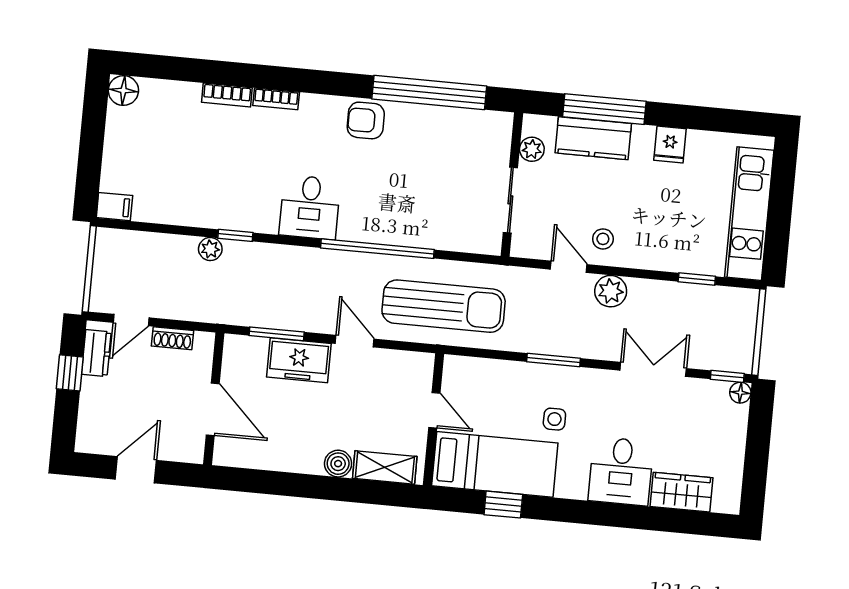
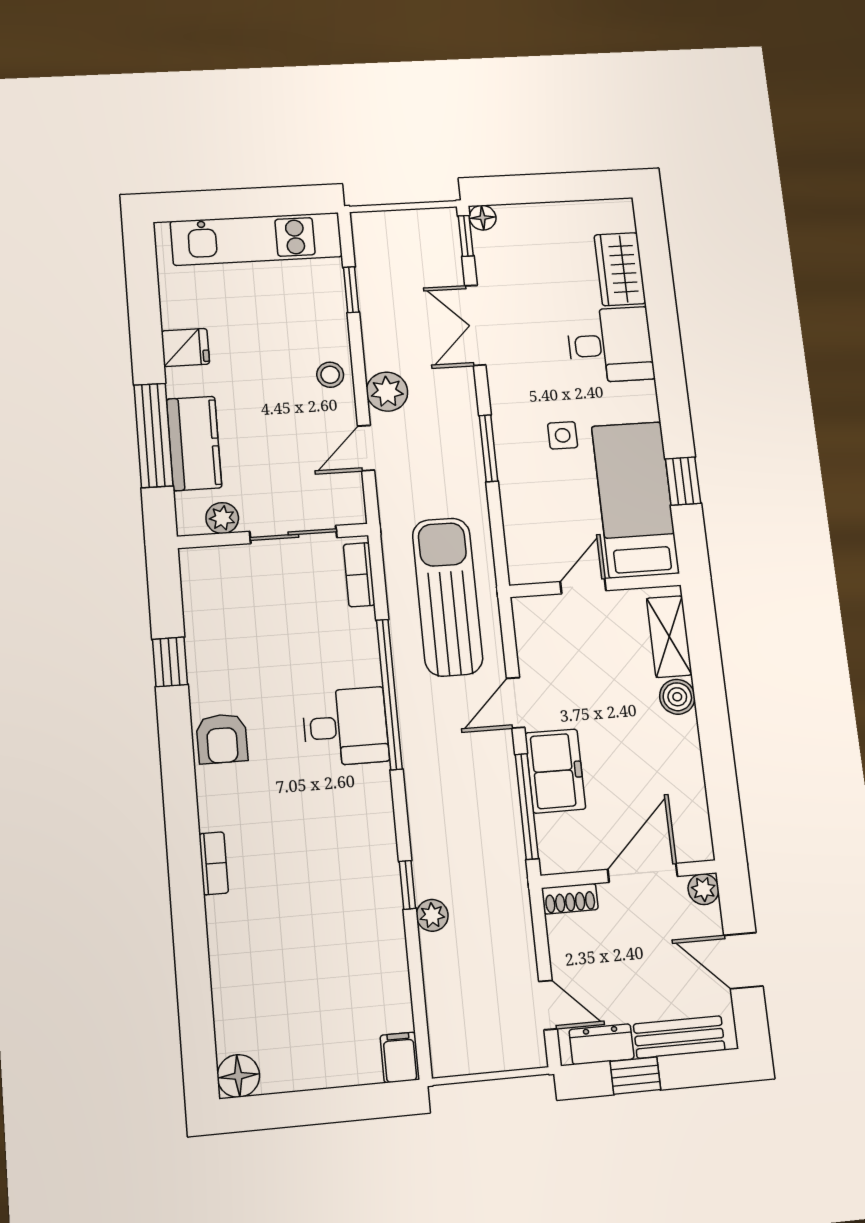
window: (429, 93) -> (170, 662), width x0.32
bookcase: (227, 95) -> (359, 575), moved, turned 180
desk: (310, 207) -> (345, 727), moved
stool: (603, 239) -> (330, 375), moved
window: (277, 334) -> (527, 806), width x1.44
shoe rack: (172, 338) -> (570, 899), moved, turned 90
bench: (91, 411) -> (679, 1037), added
plant: (193, 452) -> (703, 889), added

